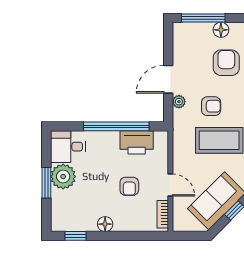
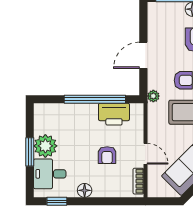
plant: (179, 102) -> (153, 96), moved
desk: (68, 147) -> (50, 174), moved

